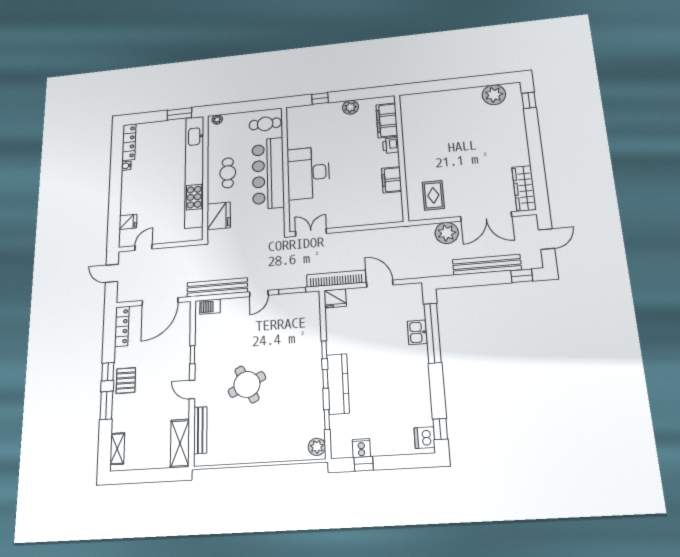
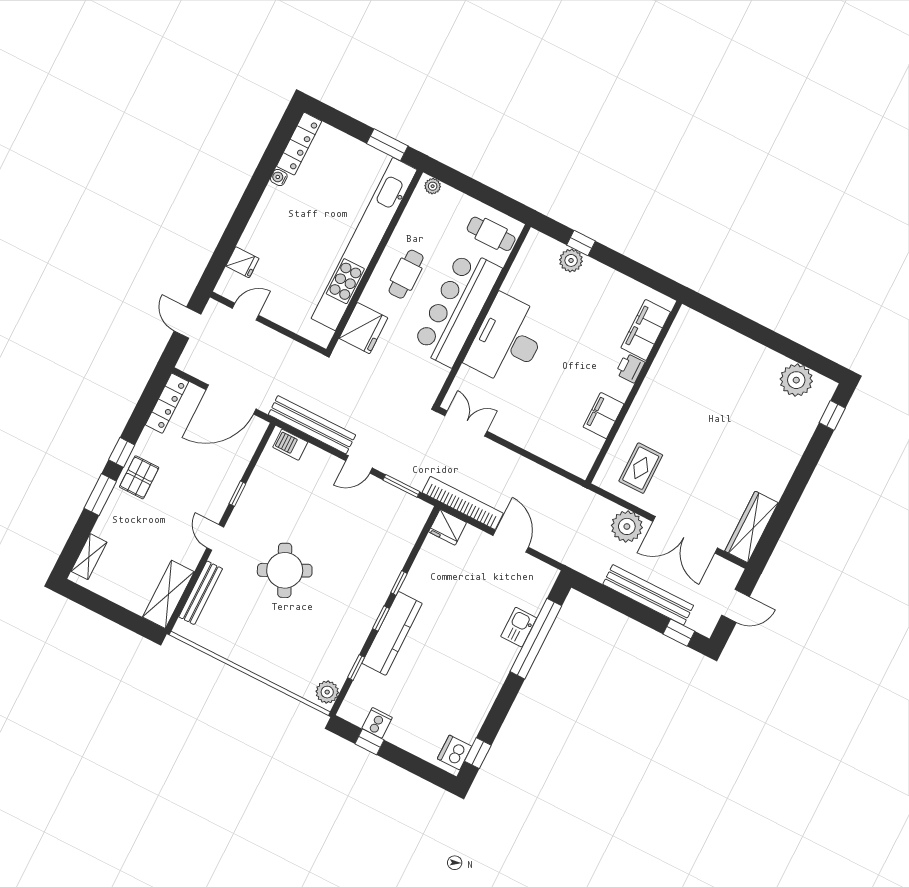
plant: (350, 107) -> (571, 260), moved

